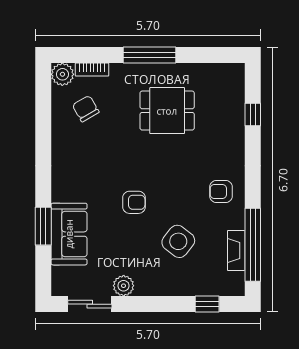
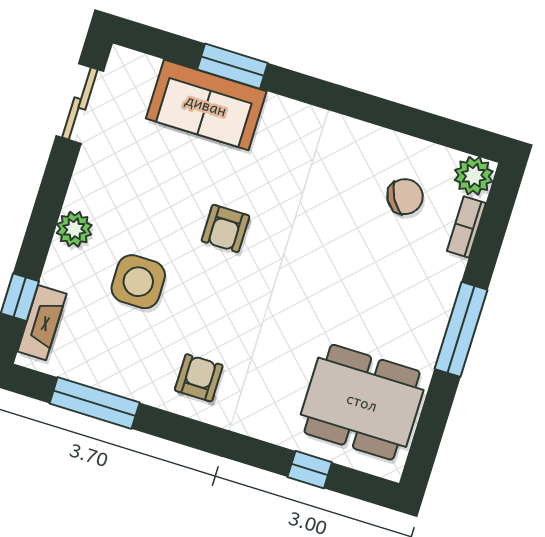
dining table: (167, 111) -> (362, 402), moved, width x1.37
side table: (178, 241) -> (138, 282), turned -38
window: (253, 245) -> (95, 403), width x0.68
fireplace: (236, 250) -> (42, 323), moved, turned 90
plant: (124, 286) -> (74, 229), moved

